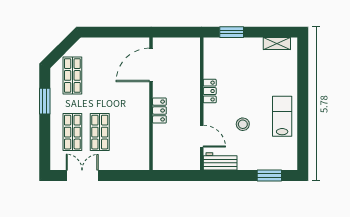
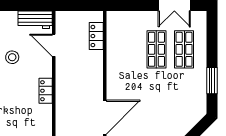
shop shelf: (72, 75) -> (184, 106), removed
locker: (159, 111) -> (96, 36), moved

